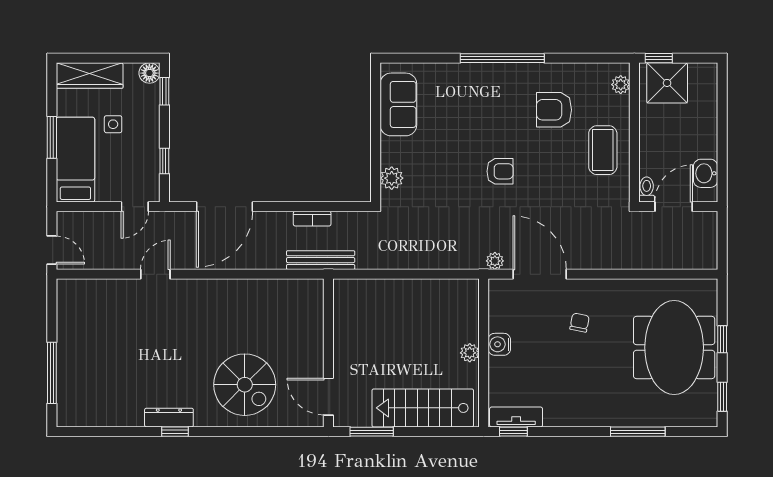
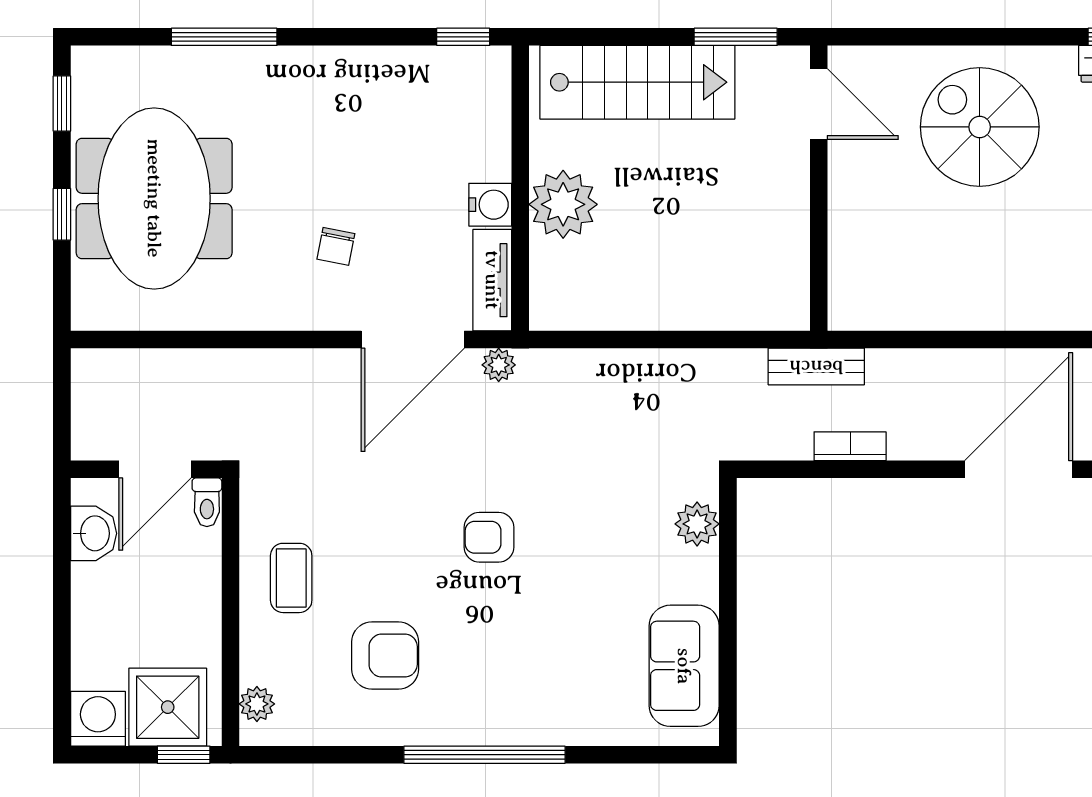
washing machine: (703, 77) -> (98, 719), added
coffee table: (603, 150) -> (291, 578), width x0.73, depth x0.77
bench: (321, 260) -> (816, 367), width x0.73
door: (540, 274) -> (413, 340), hinge flipped
plant: (470, 353) -> (563, 204), width x1.88, depth x1.88
tv unit: (516, 417) -> (492, 280), moved, turned 90

